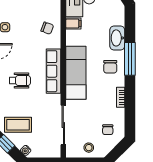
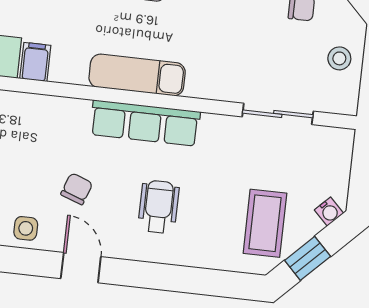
chair: (47, 28) -> (77, 189), moved
exam couch: (76, 73) -> (137, 75), width x0.73, depth x0.69
sliding door: (63, 125) -> (278, 114), width x0.73

